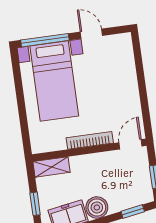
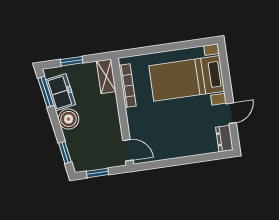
window: (45, 40) -> (225, 70), removed
dresser: (119, 41) -> (224, 139), added
bookcase: (90, 140) -> (127, 86), moved

